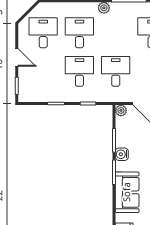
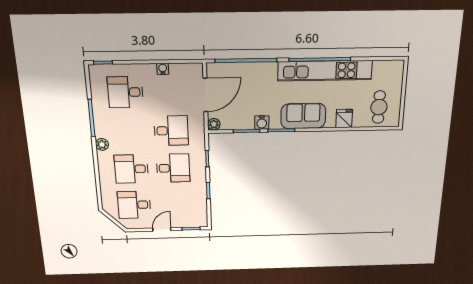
desk: (79, 71) -> (173, 168), turned 180
desk: (116, 71) -> (171, 131), turned 180

